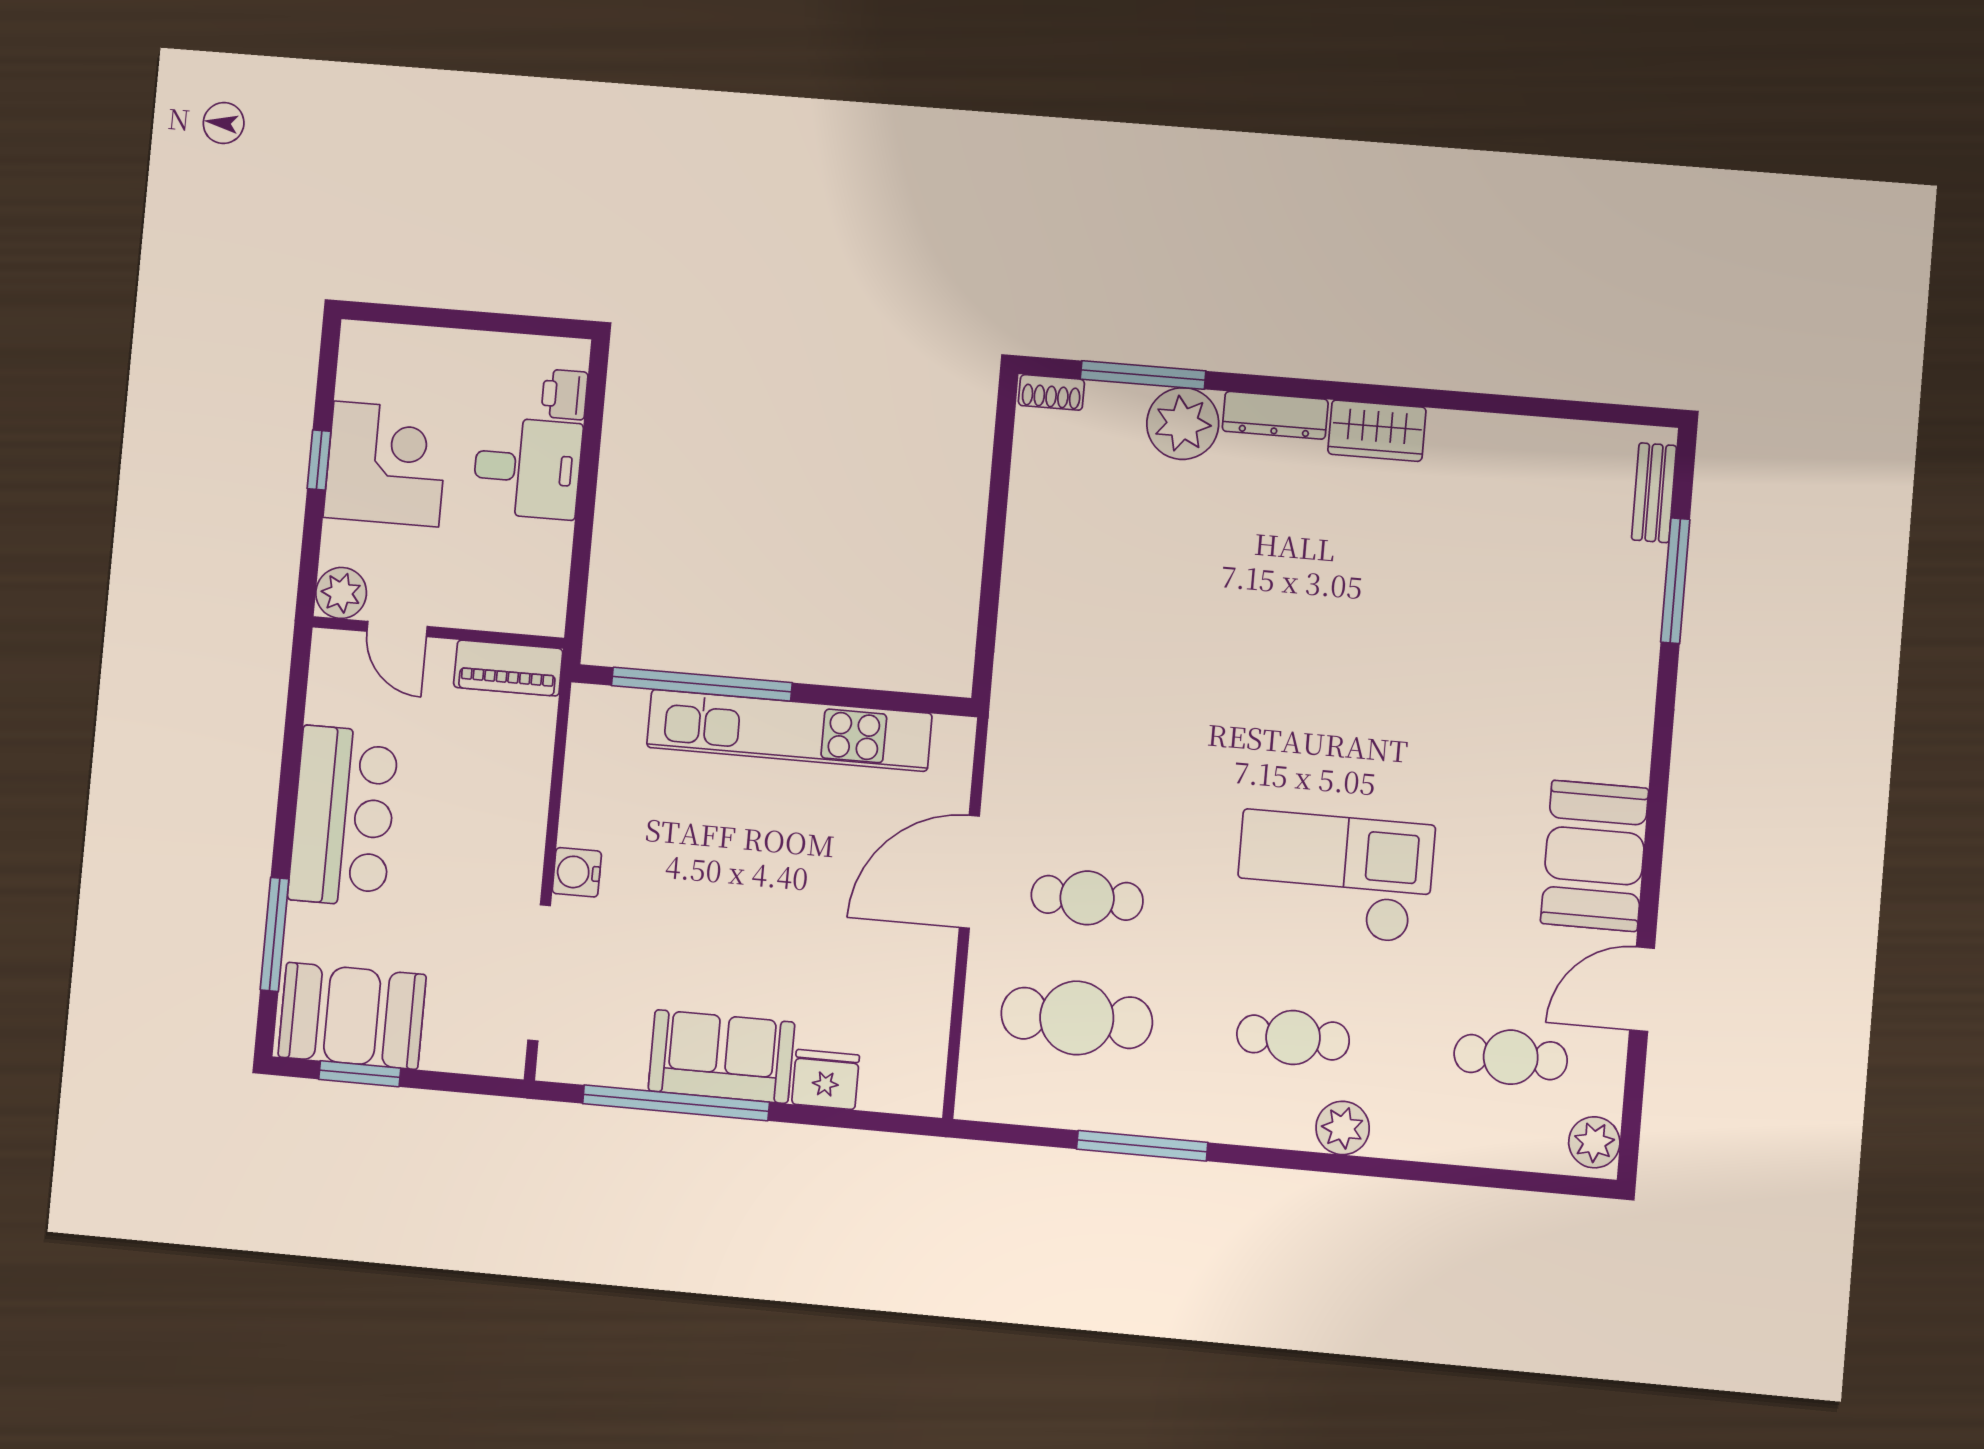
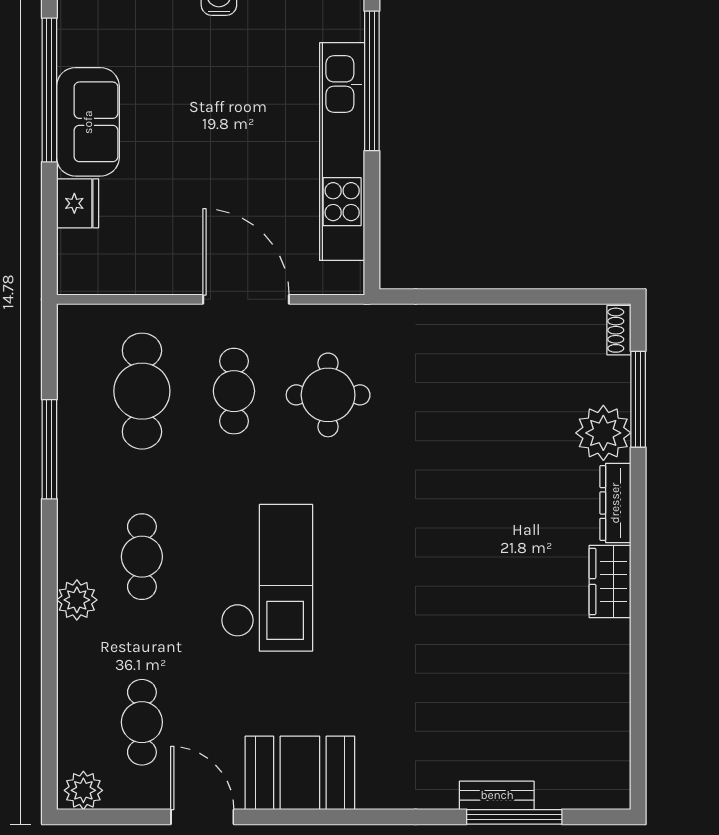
bench: (1654, 493) -> (497, 795), moved
round table: (1103, 776) -> (328, 395), added

